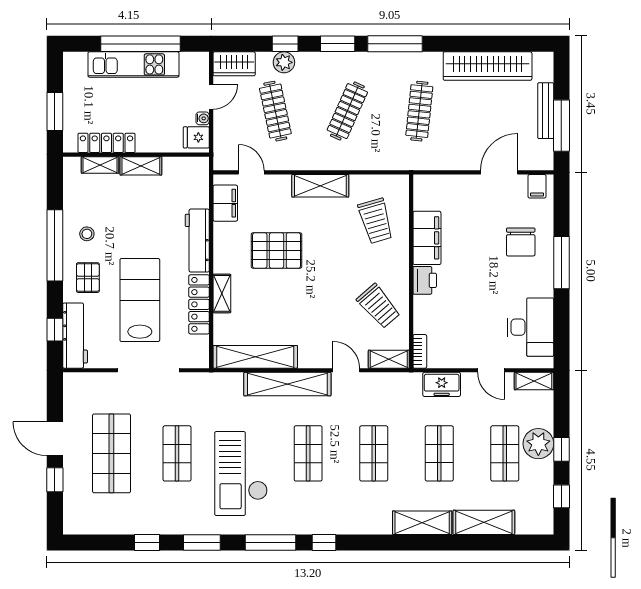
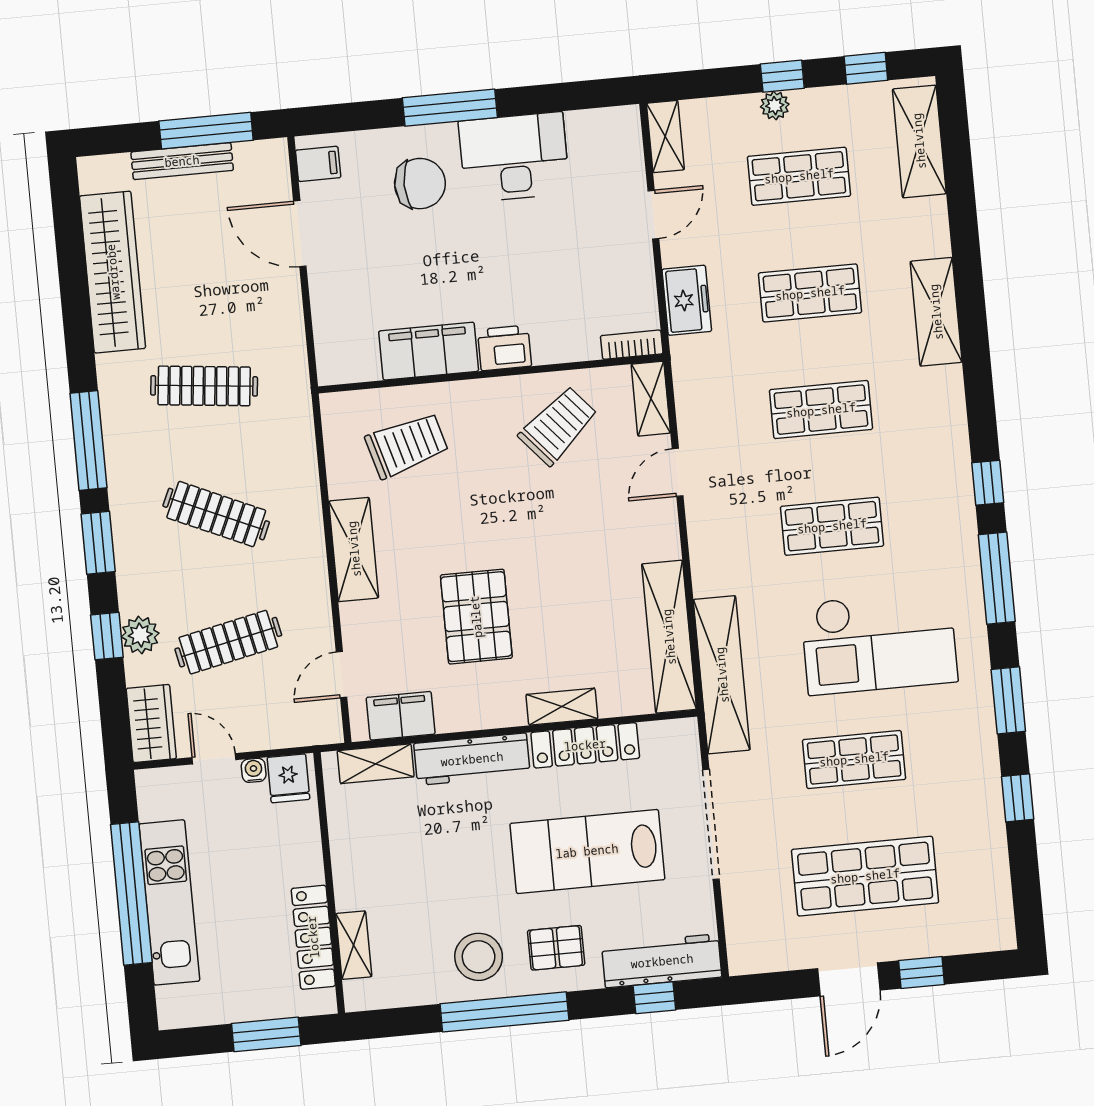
shelving: (141, 166) -> (376, 764), moved, turned 90
stool: (87, 234) -> (479, 957), width x1.89, depth x1.89
desk: (530, 327) -> (514, 157), moved
shelving: (287, 384) -> (722, 675), moved
plant: (538, 444) -> (775, 106), width x0.53, depth x0.53
shelving: (484, 522) -> (919, 141), moved

